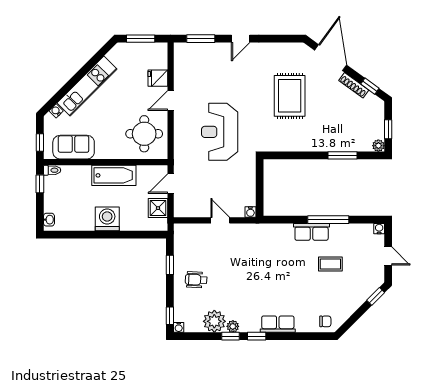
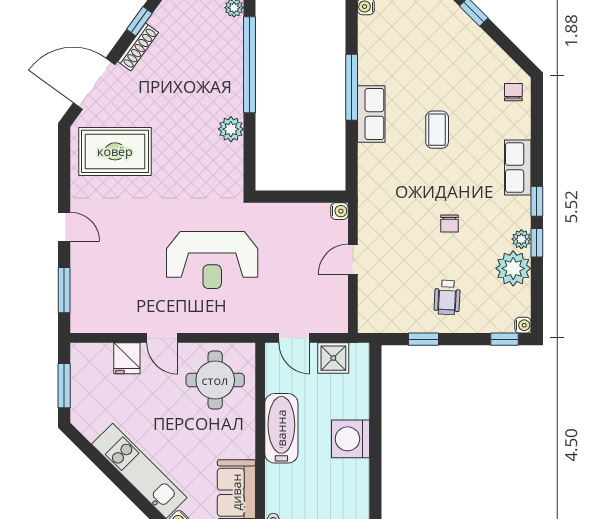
rug: (290, 96) -> (115, 151), moved
plant: (302, 144) -> (231, 129), added
window: (342, 155) -> (249, 65), width x2.11
coffee table: (330, 264) -> (437, 130), moved
chair: (243, 281) -> (450, 223), added

